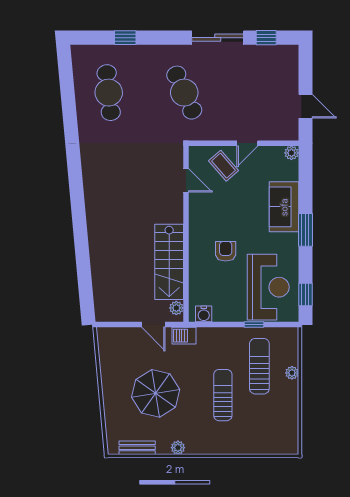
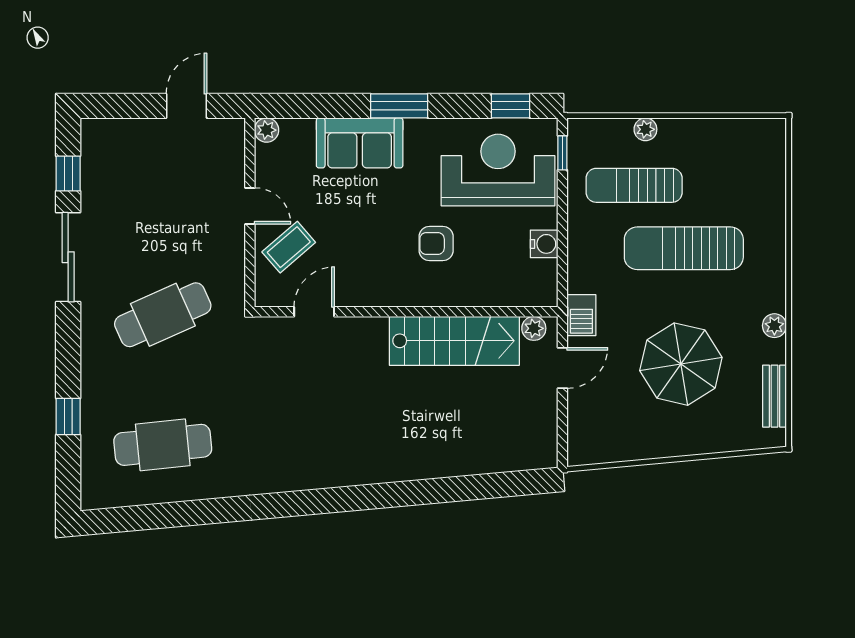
water cooler: (204, 314) -> (544, 244), moved
window: (254, 325) -> (562, 153), moved
sun lounger: (223, 395) -> (684, 248), width x1.36, depth x1.34

